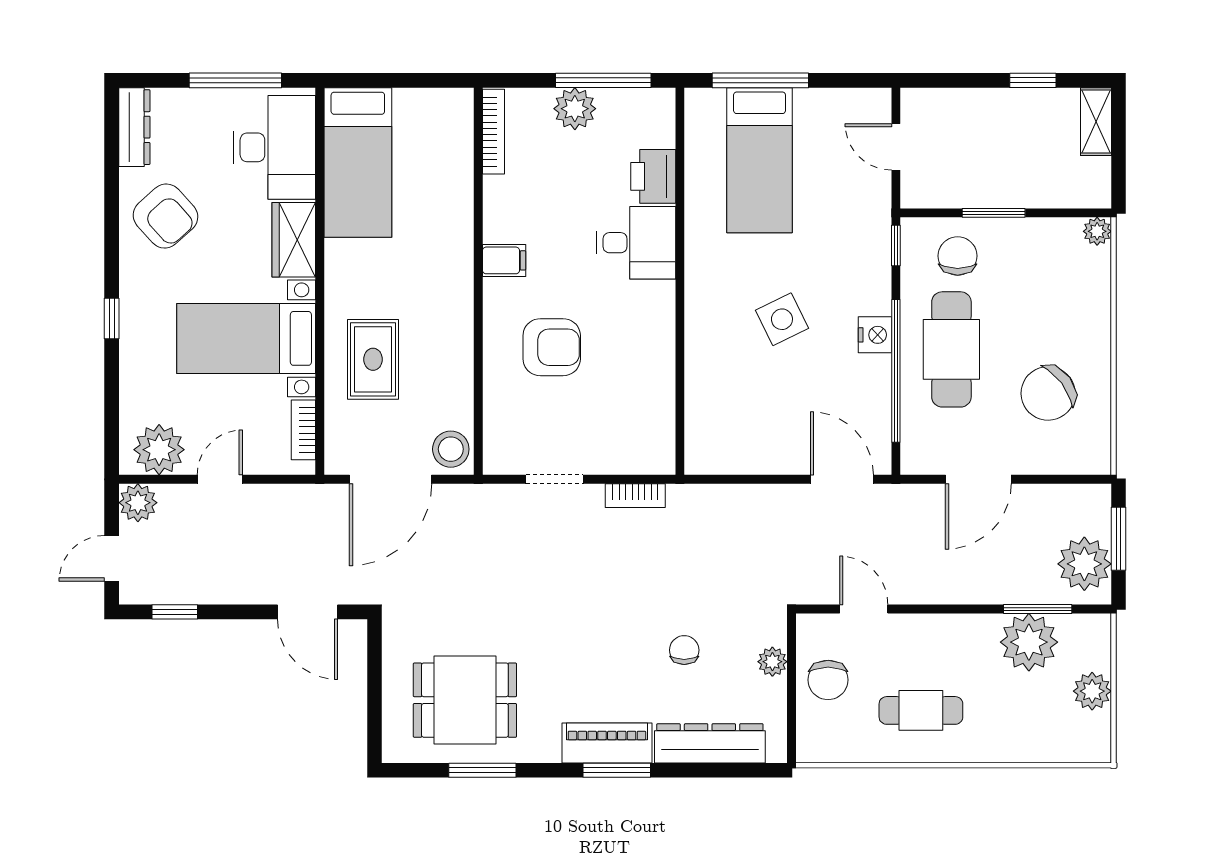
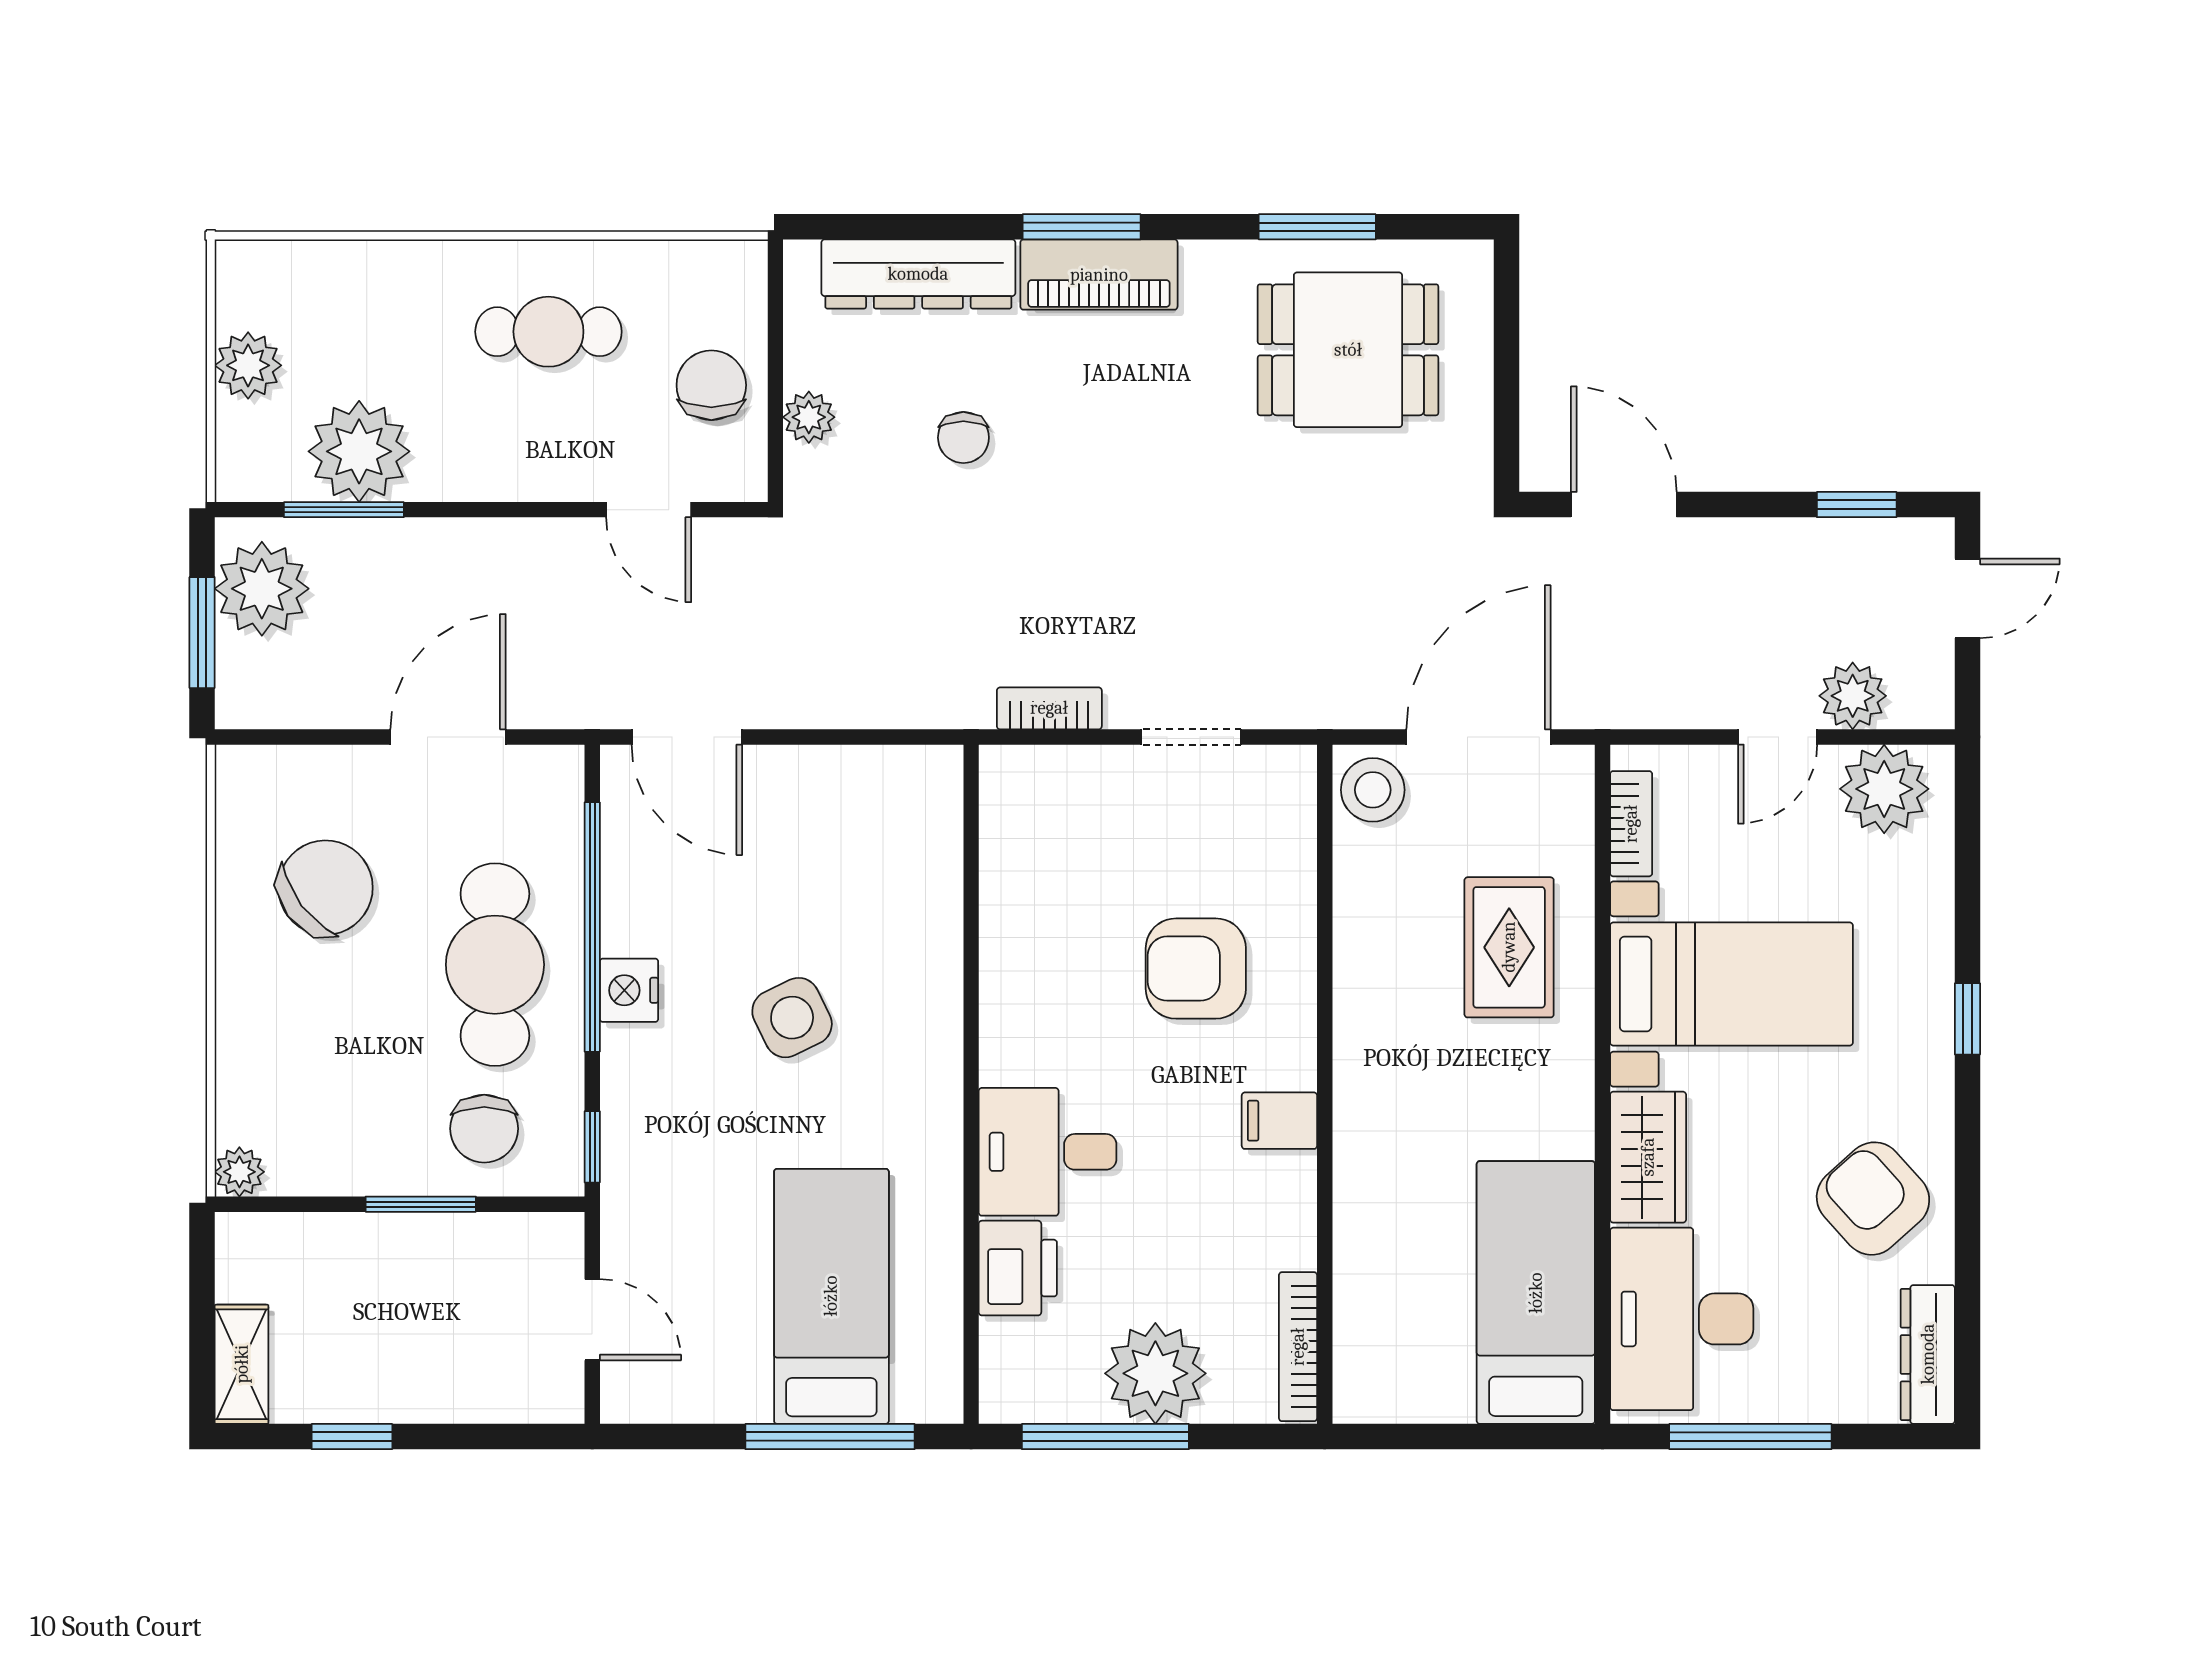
plant: (575, 109) -> (1155, 1373), width x1.36, depth x1.36
plant: (138, 503) -> (1853, 696), moved

